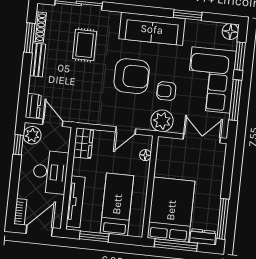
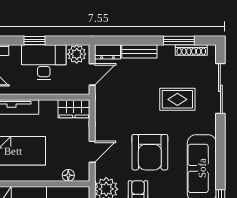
bench: (38, 60) -> (139, 51), moved
door: (126, 130) -> (92, 152), swing flipped
window: (18, 145) -> (34, 41), moved
desk: (50, 172) -> (44, 62), moved, turned 180

